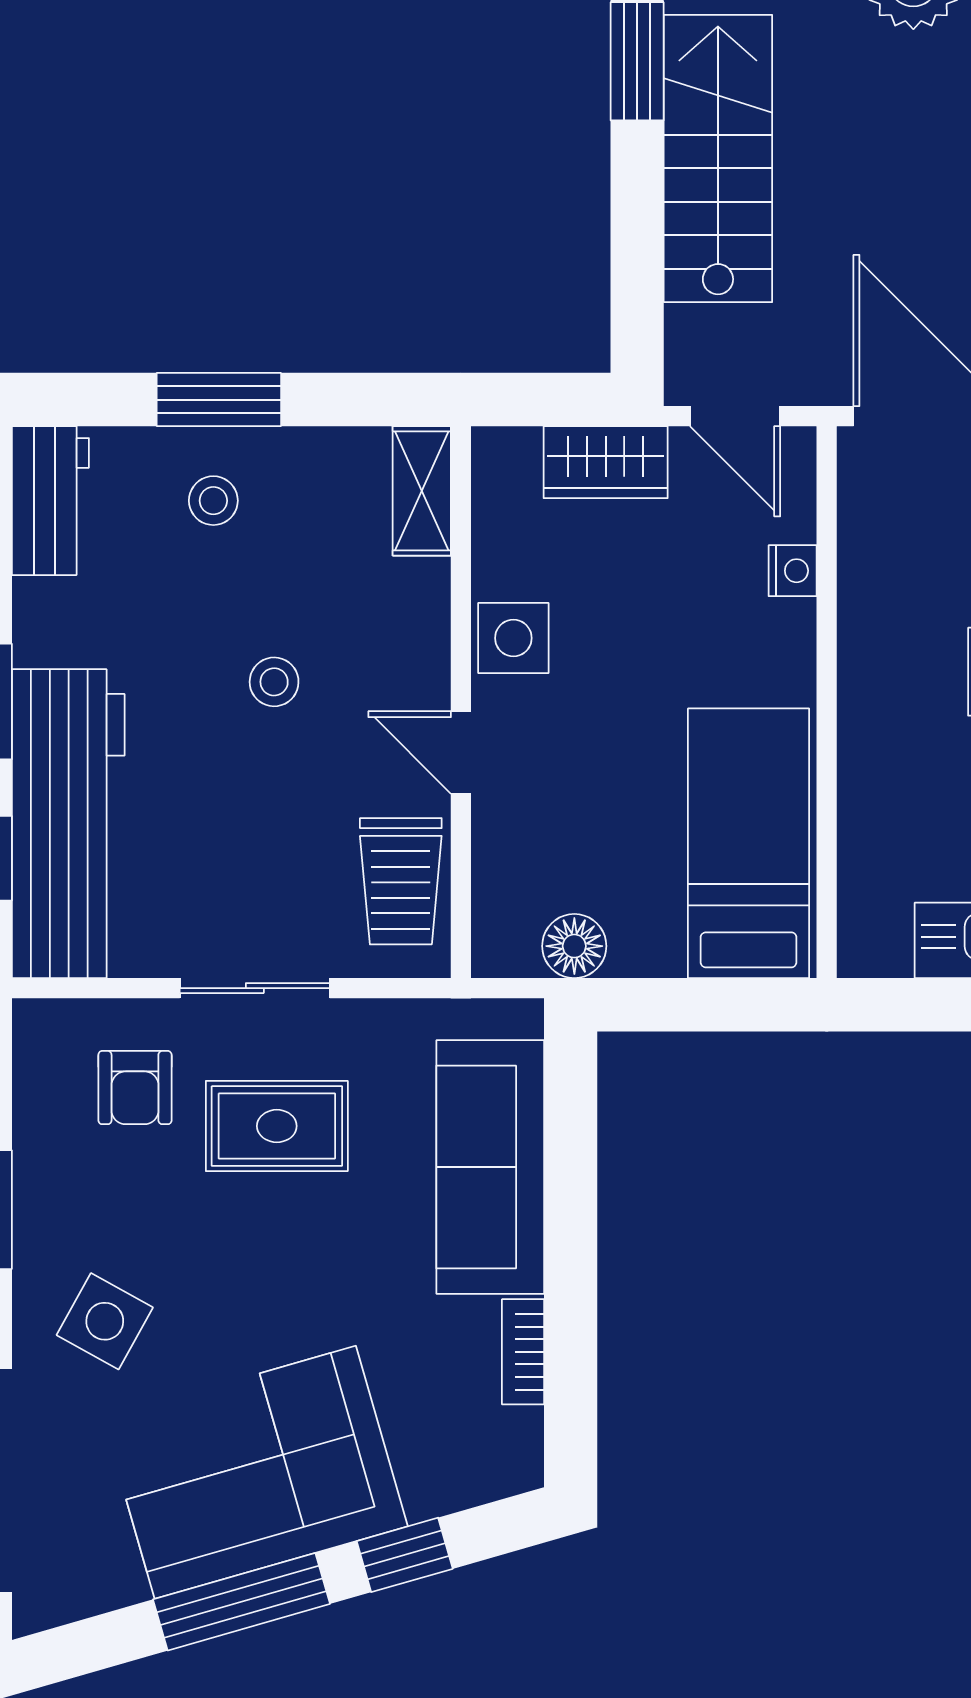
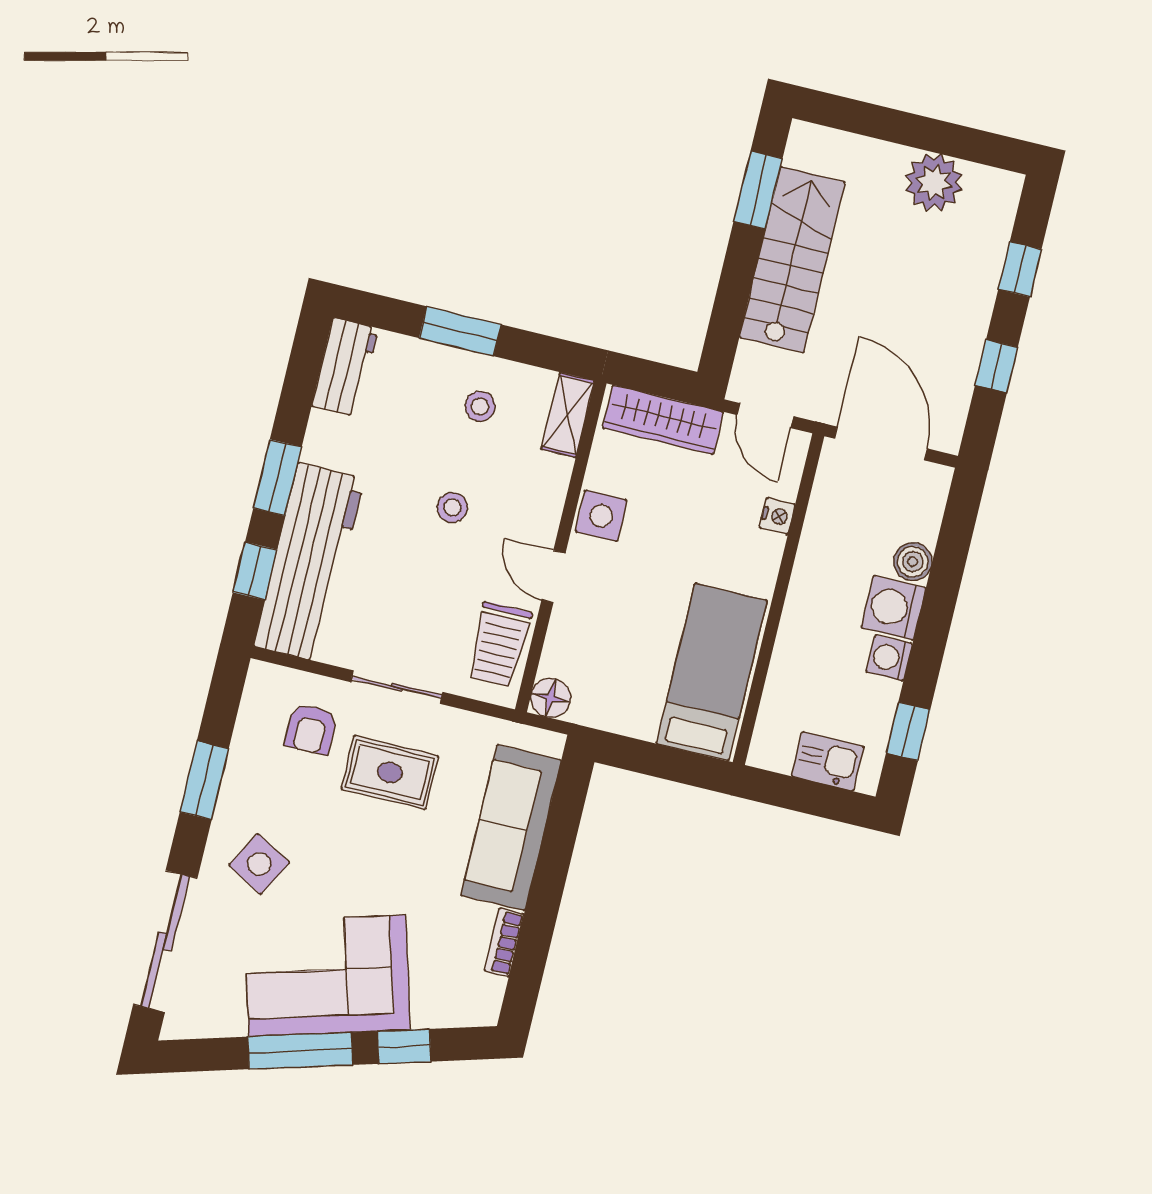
wardrobe: (606, 462) -> (663, 420), width x1.50
stool: (213, 501) -> (480, 406), moved
floor lamp: (574, 946) -> (551, 698), moved

